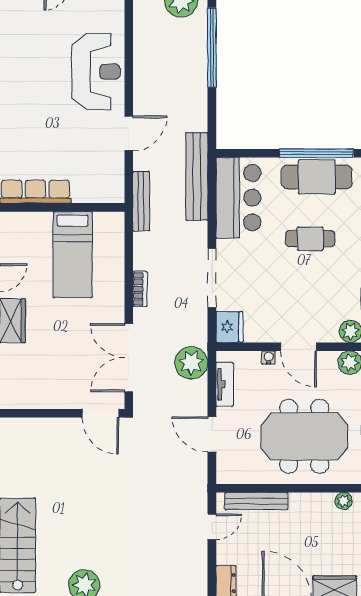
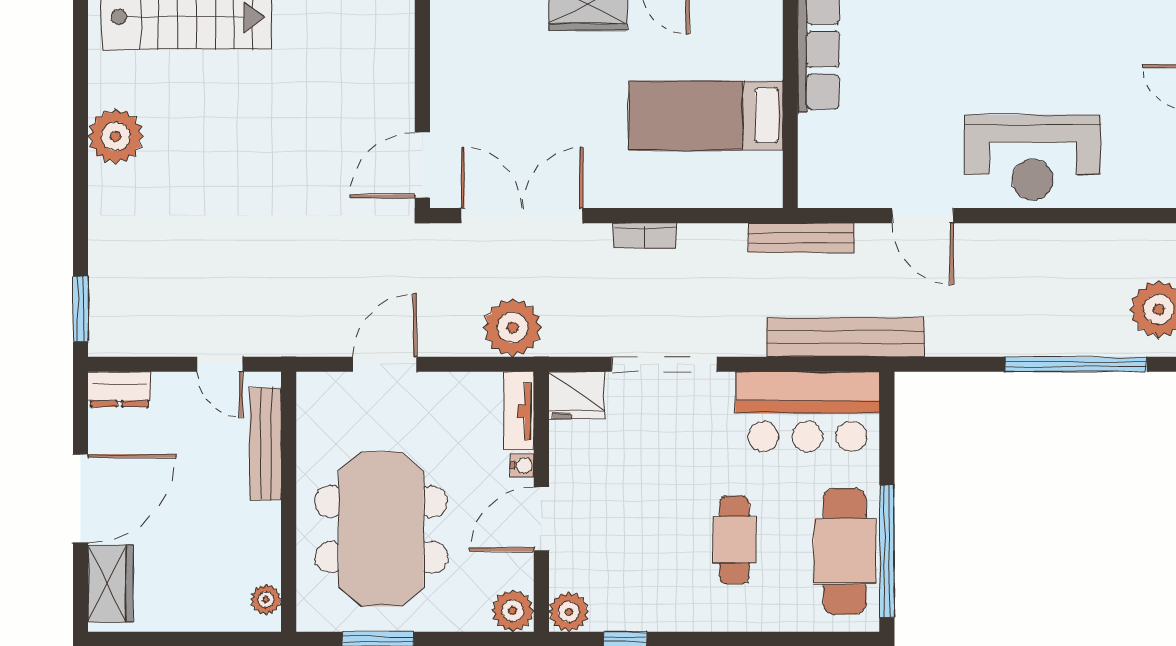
tv unit: (224, 384) -> (519, 411), moved, turned 90

